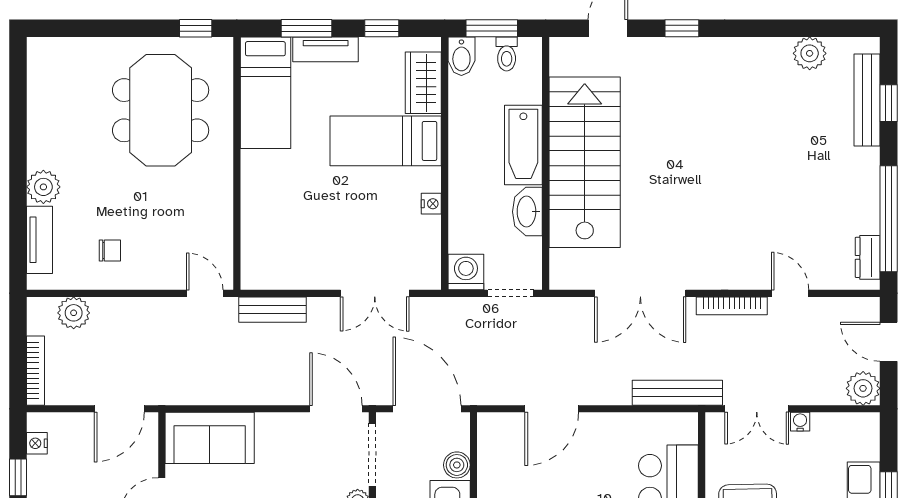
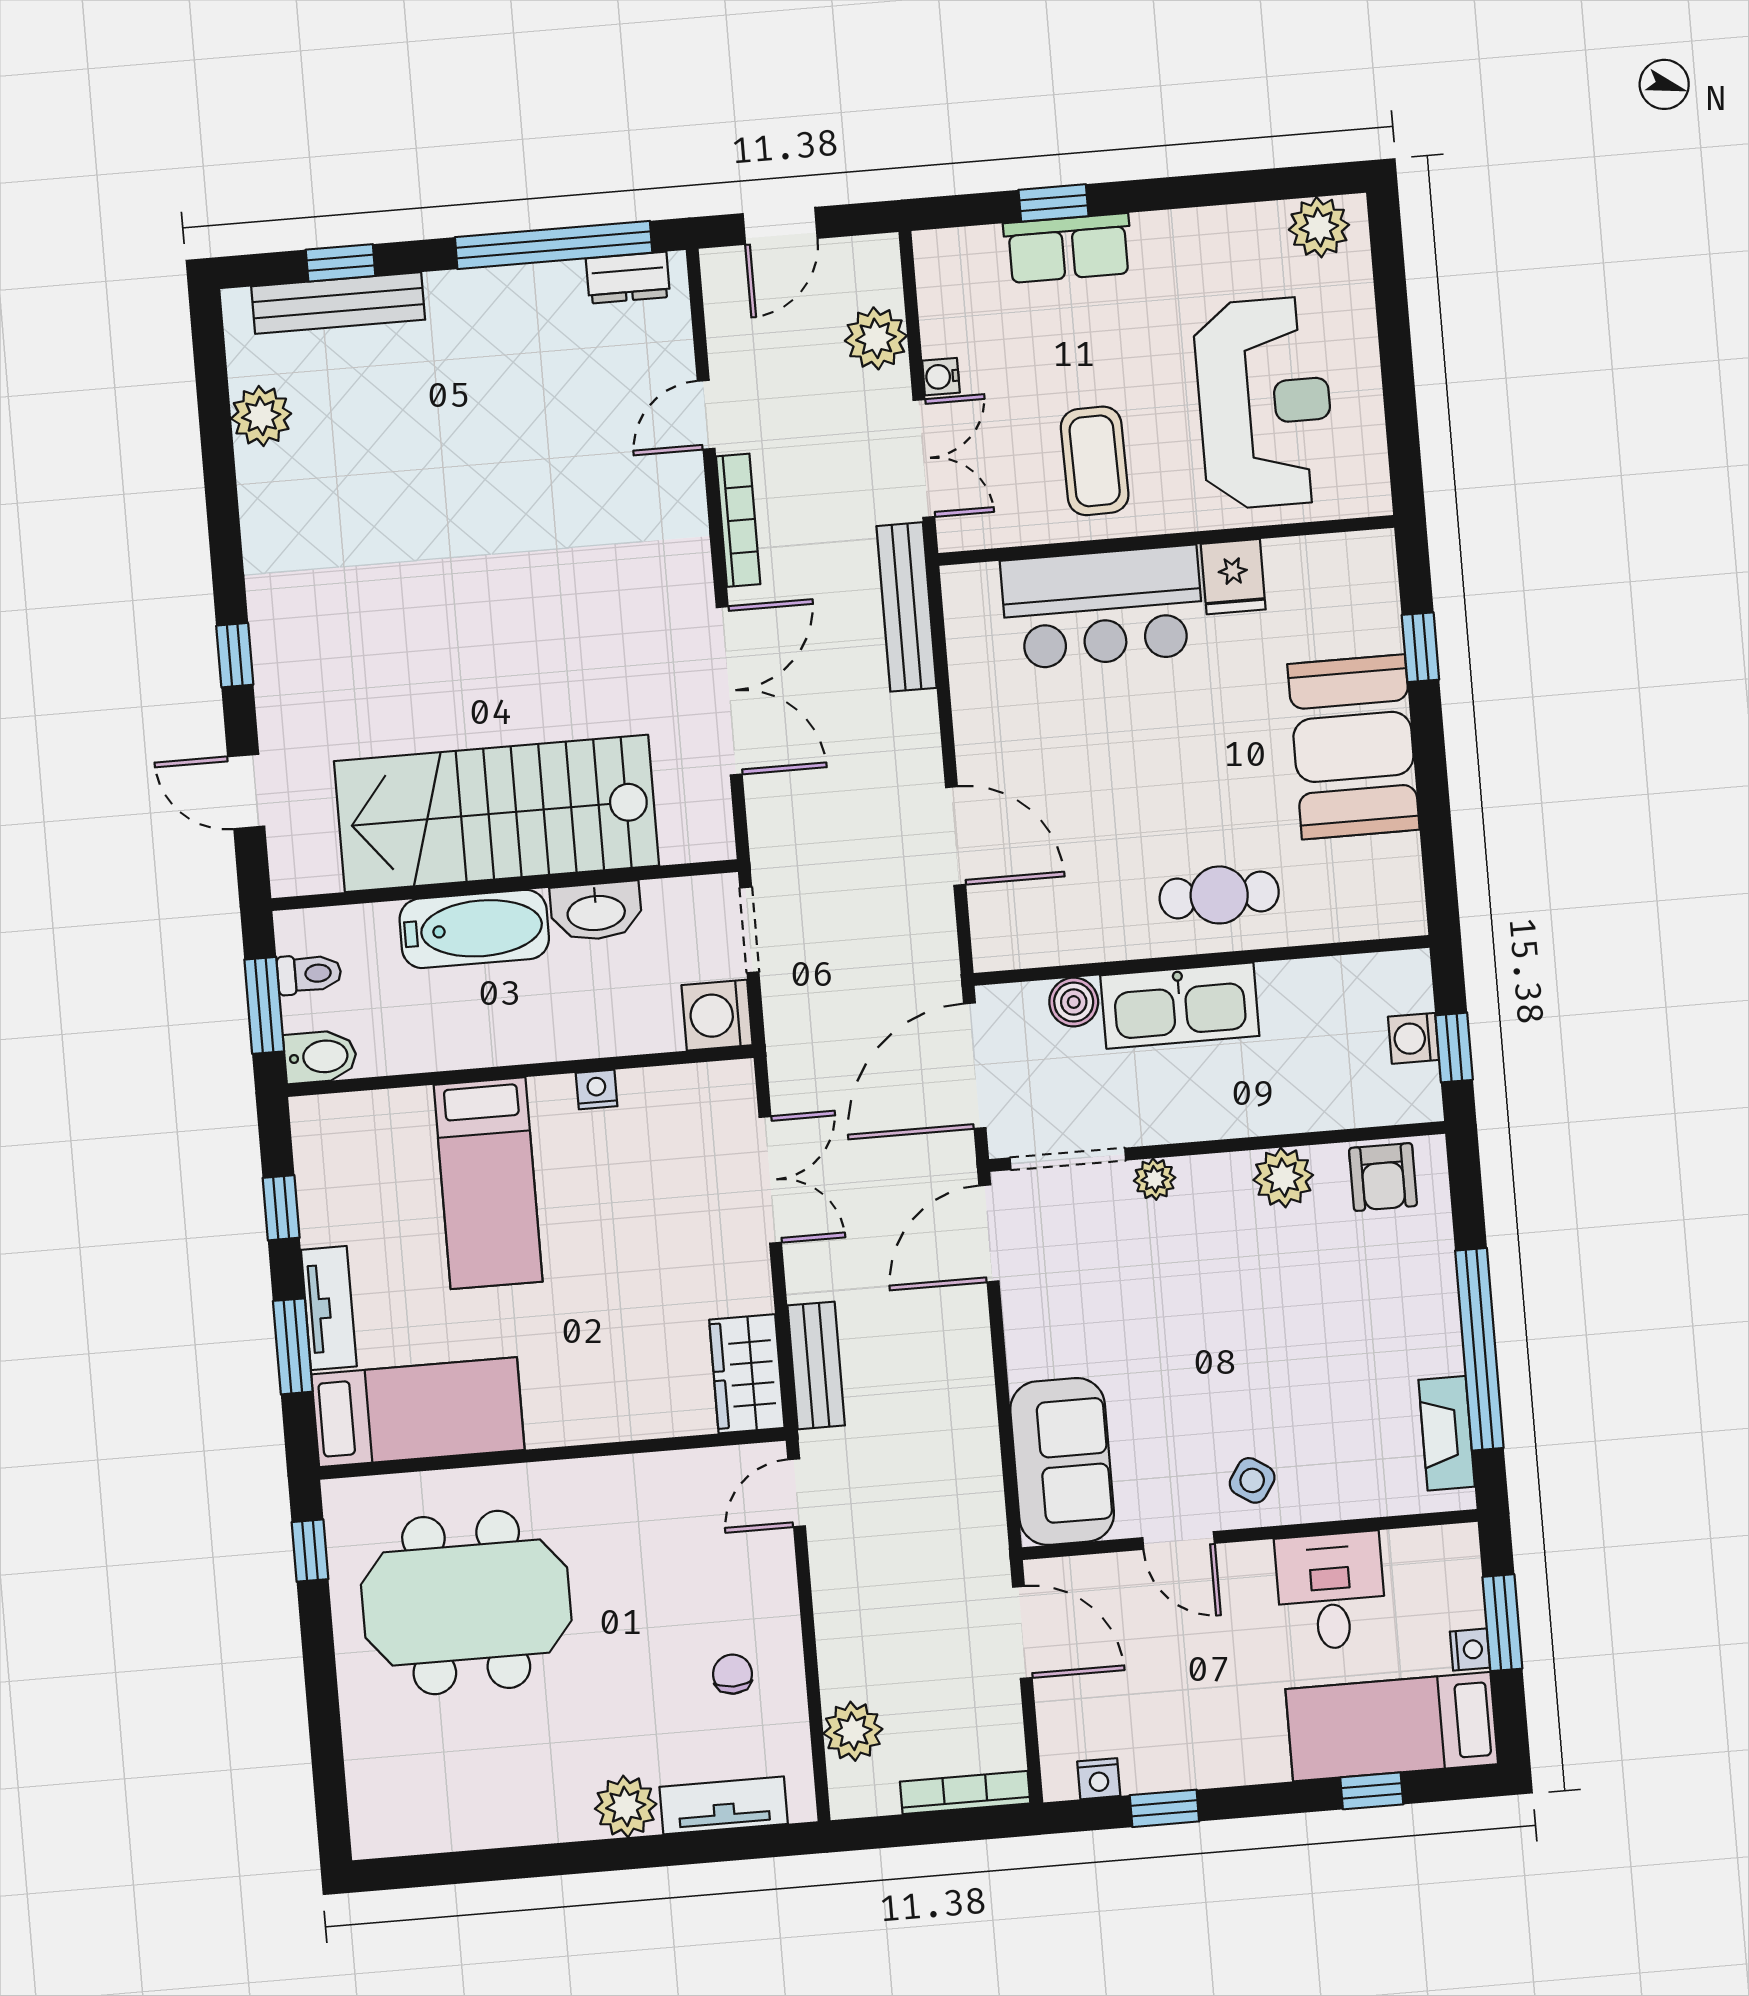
wardrobe: (423, 83) -> (747, 1374), moved, turned 90
plant: (863, 388) -> (876, 338), moved

